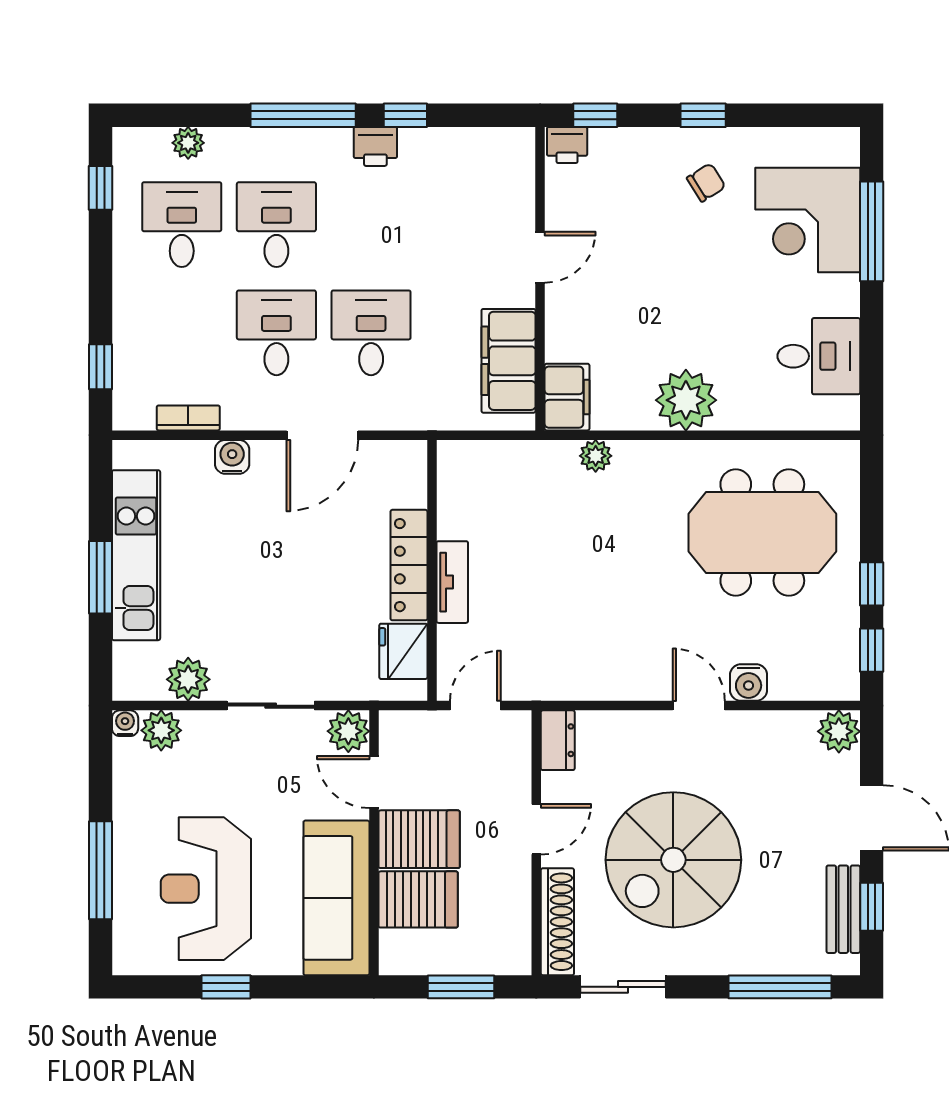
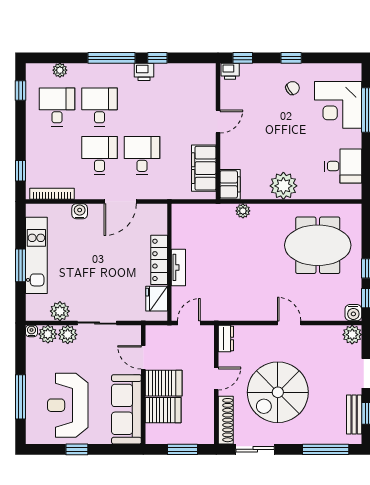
bookcase: (188, 418) -> (52, 194), width x1.56
water cooler: (749, 683) -> (353, 313), moved
plant: (348, 731) -> (68, 335), moved

